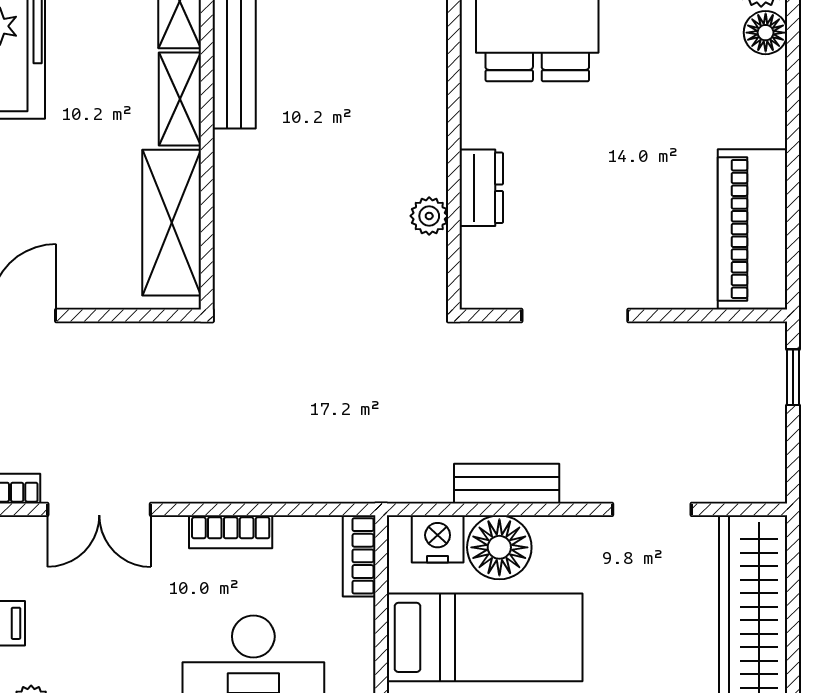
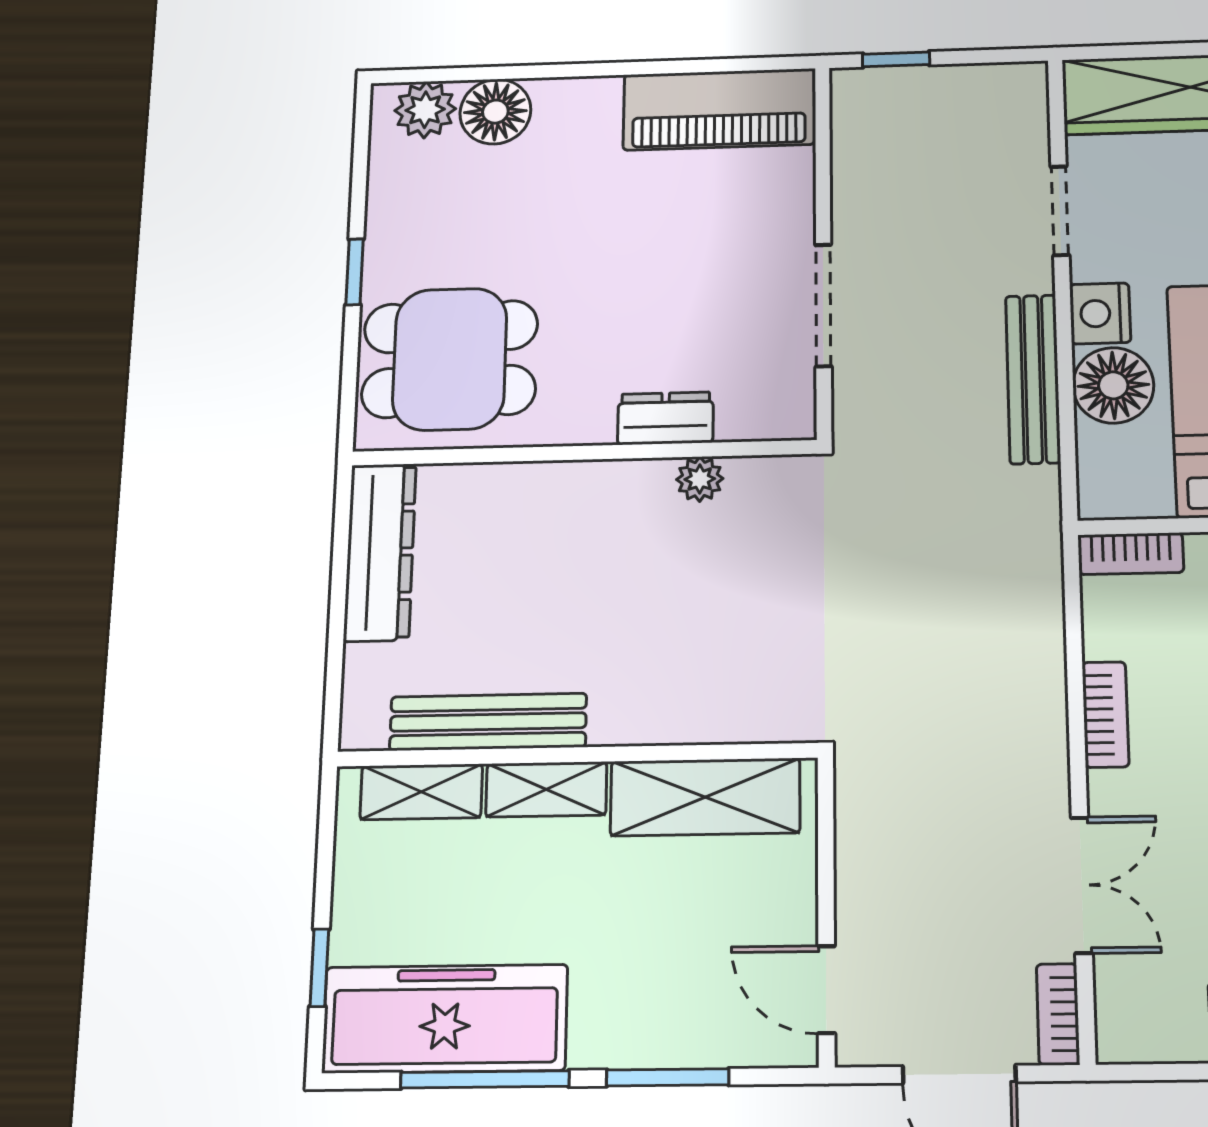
floor lamp: (766, 33) -> (495, 112), width x1.38, depth x1.38
bench: (507, 484) -> (1033, 379), width x1.36
nightstand: (438, 539) -> (1100, 313), moved

